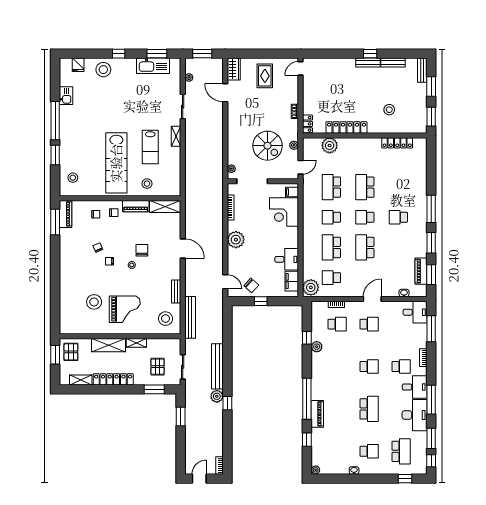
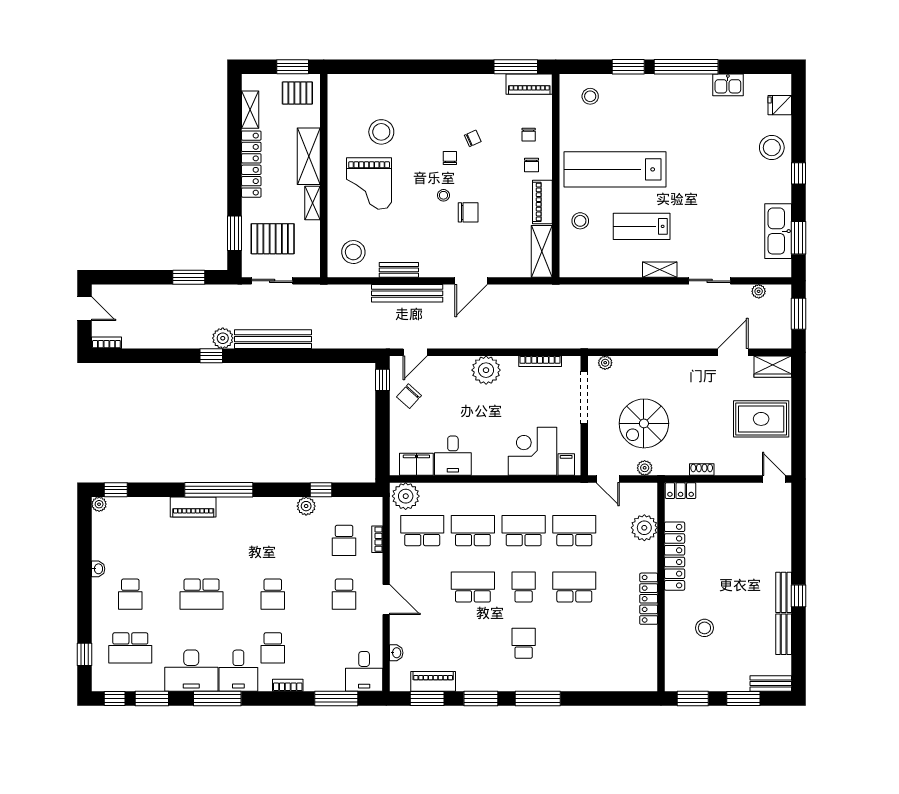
rug: (265, 76) -> (761, 419), width x1.36, depth x1.43
locker: (397, 143) -> (649, 599), moved
school desk: (331, 217) -> (524, 531), width x1.85
school desk: (331, 278) -> (422, 531), width x1.85
window: (261, 301) -> (383, 380), moved
bench: (190, 317) -> (407, 293), moved
pallet: (158, 367) -> (273, 239), width x1.50, depth x1.42
window: (307, 440) -> (116, 490), moved

